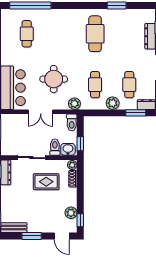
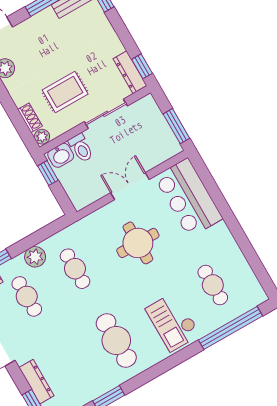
checkout: (59, 26) -> (173, 322), added
plant: (74, 104) -> (89, 225), removed
toilet: (72, 122) -> (77, 196), removed

